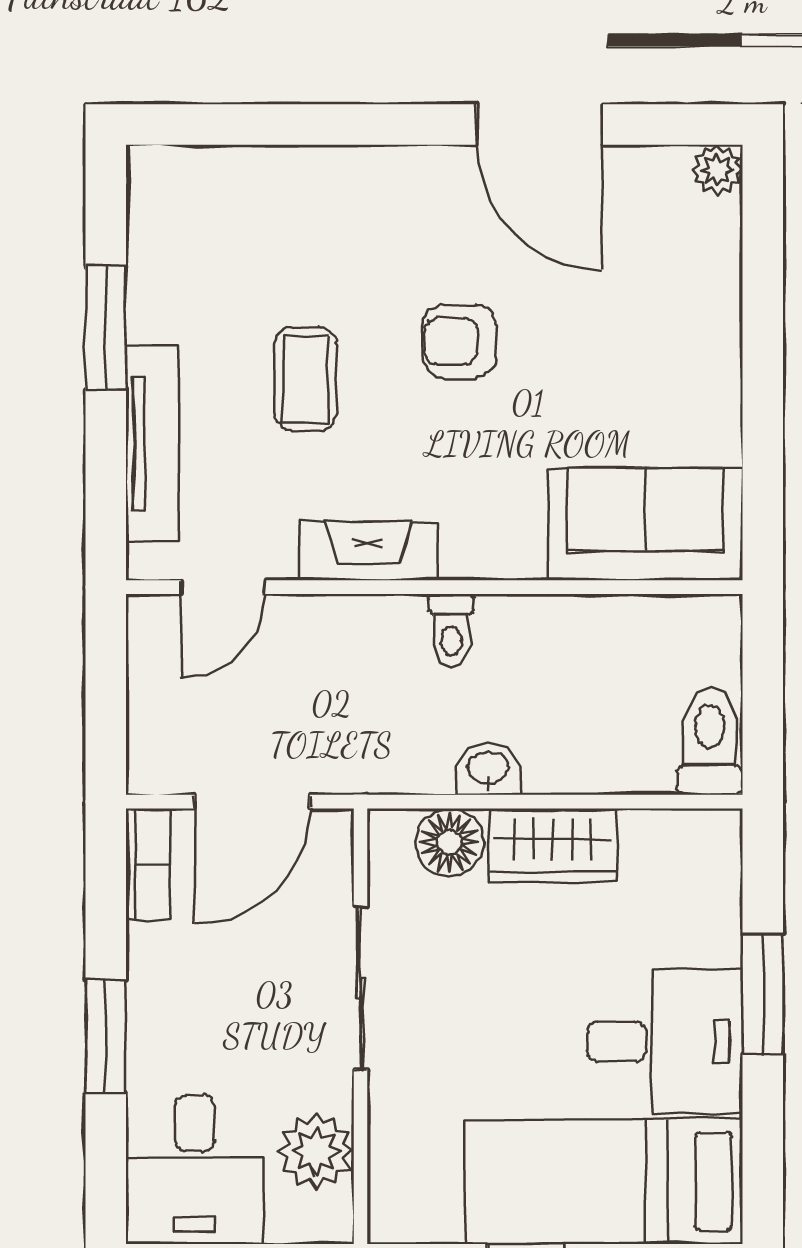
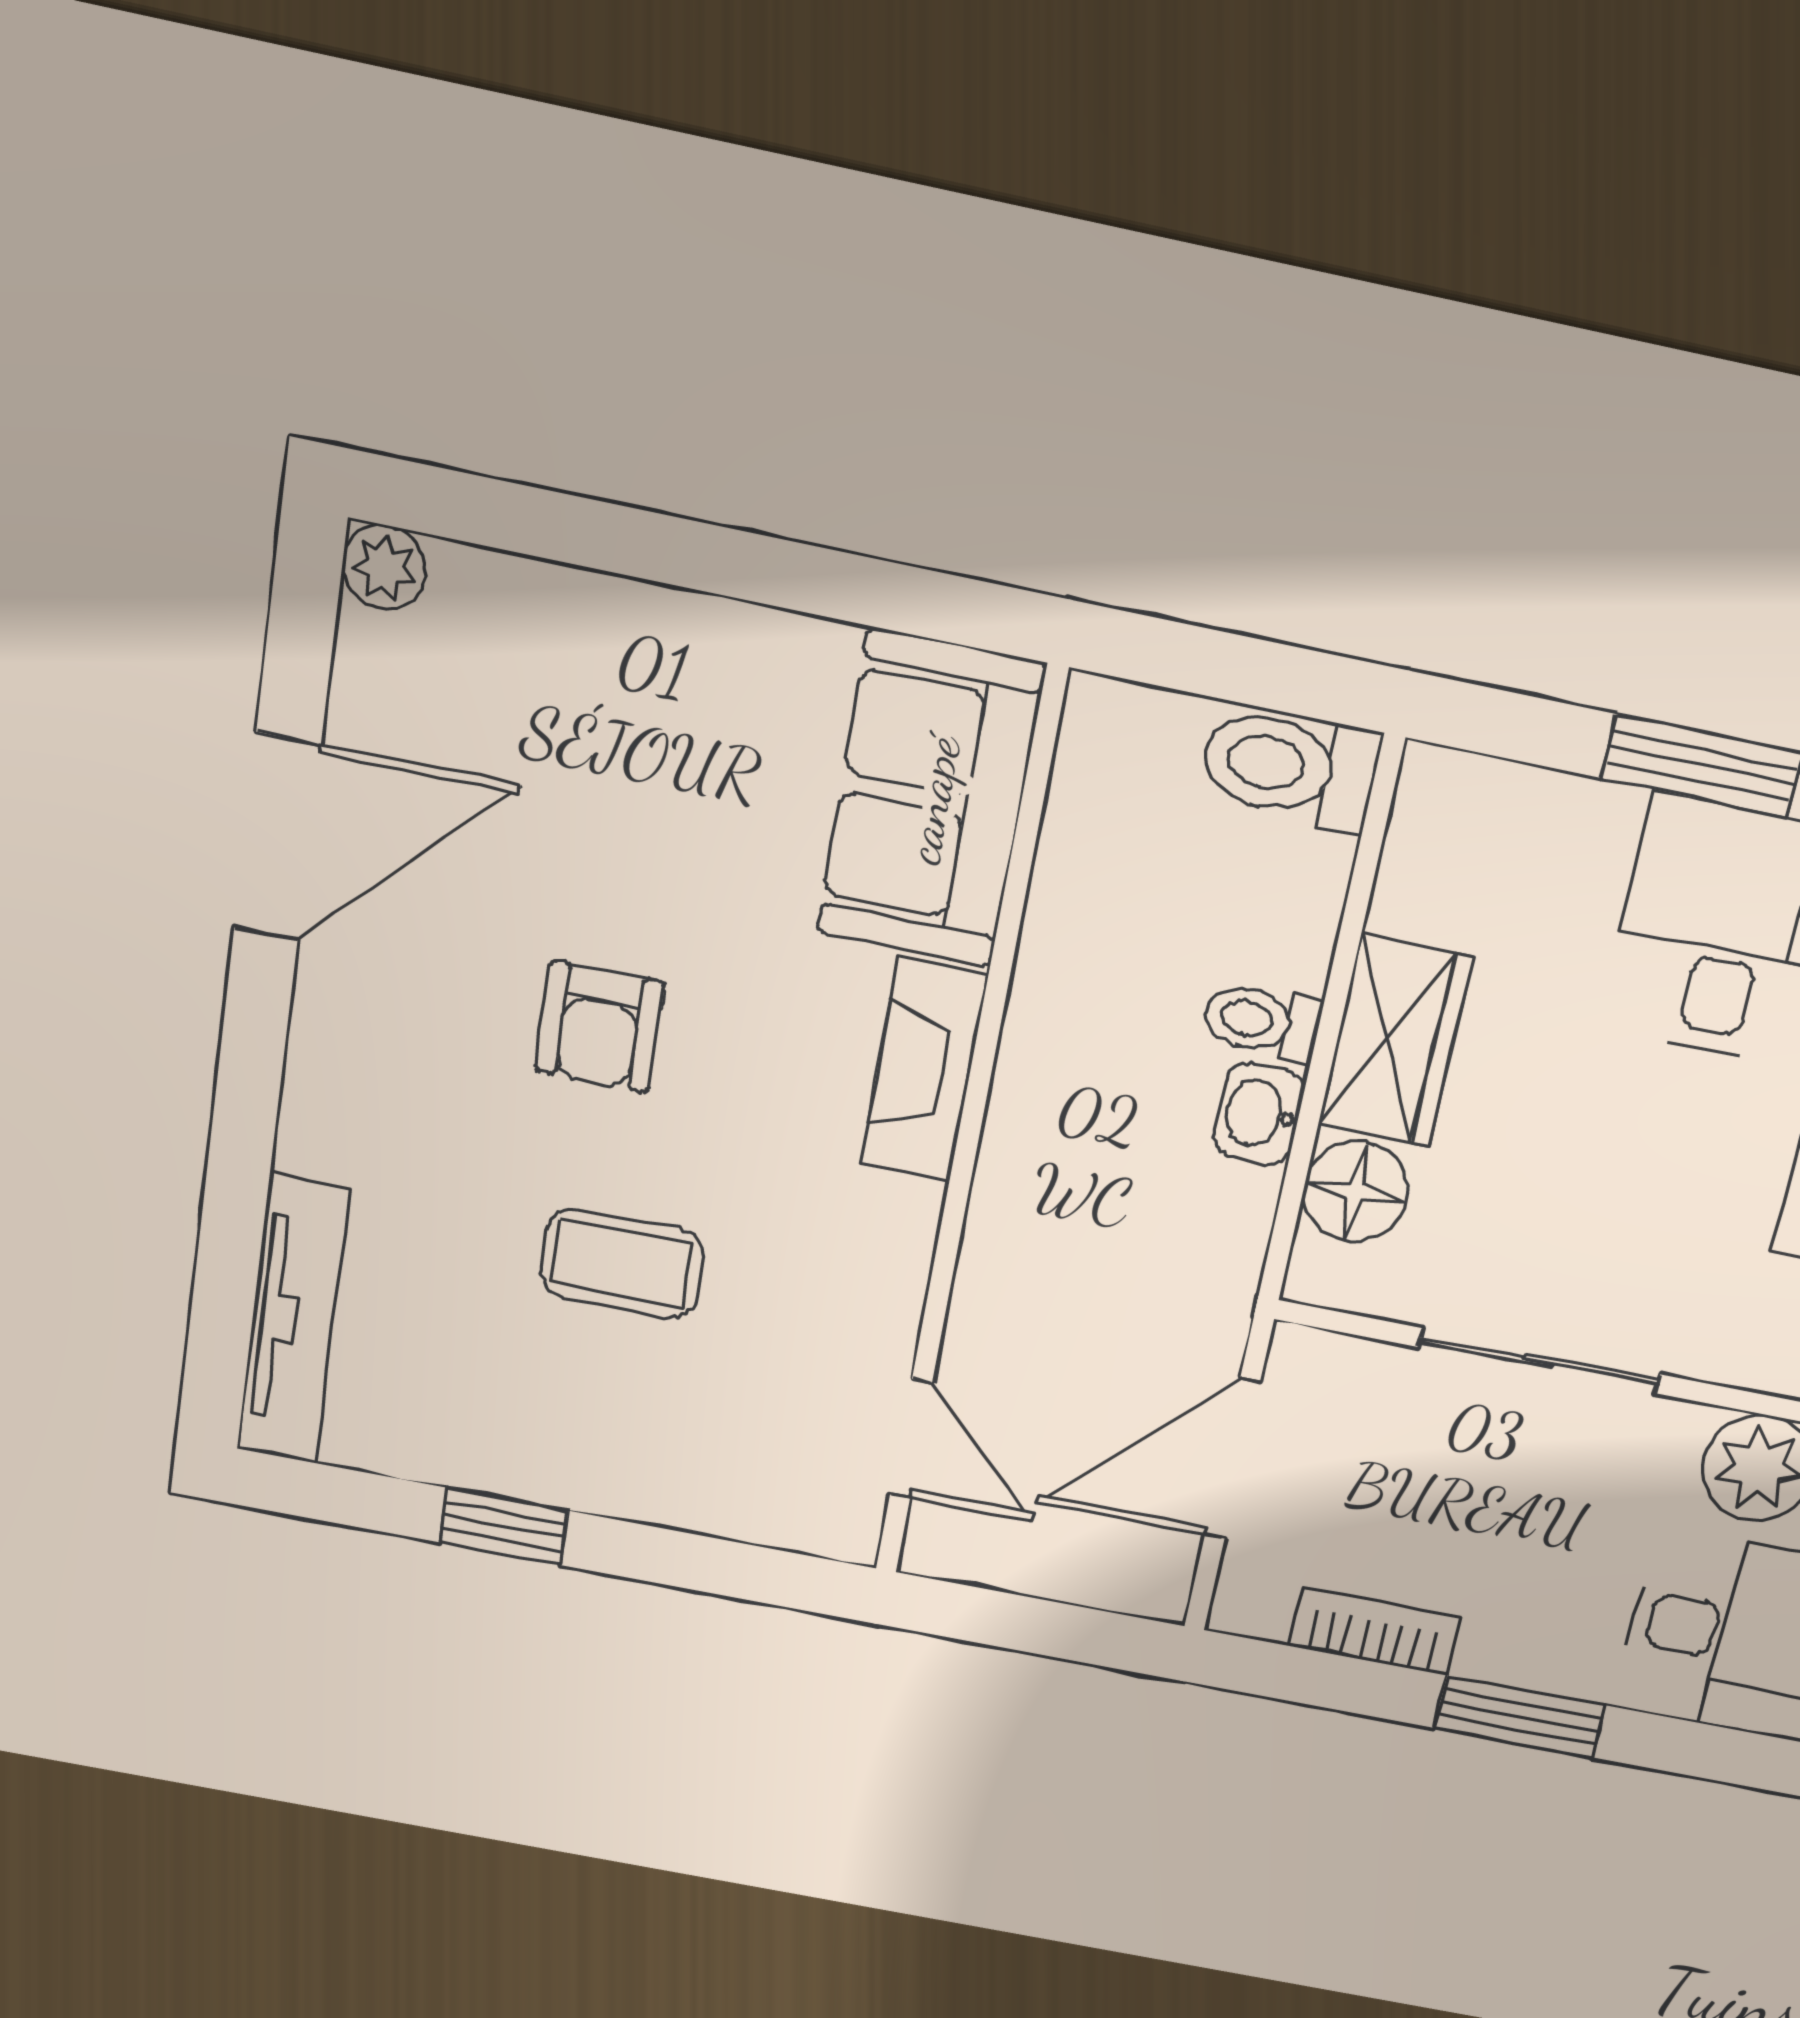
window: (106, 328) -> (504, 1527), width x0.67
tv unit: (152, 443) -> (293, 1320), moved, turned 90
fireplace: (368, 551) -> (924, 1070), moved
toilet: (451, 630) -> (1262, 1021), moved, turned 180
door: (252, 802) -> (1232, 1458), swing flipped
bookcase: (148, 864) -> (1375, 1631), moved

